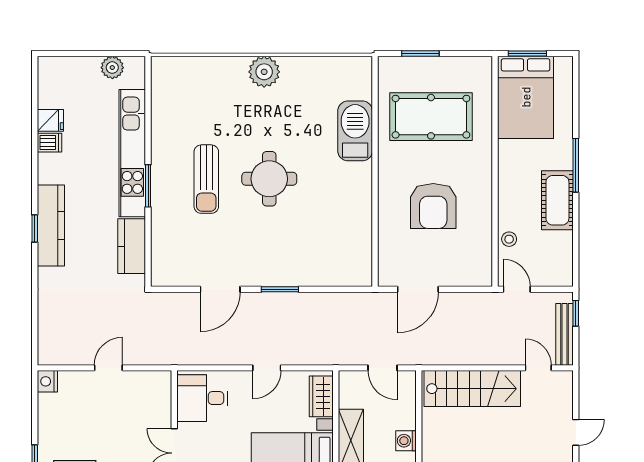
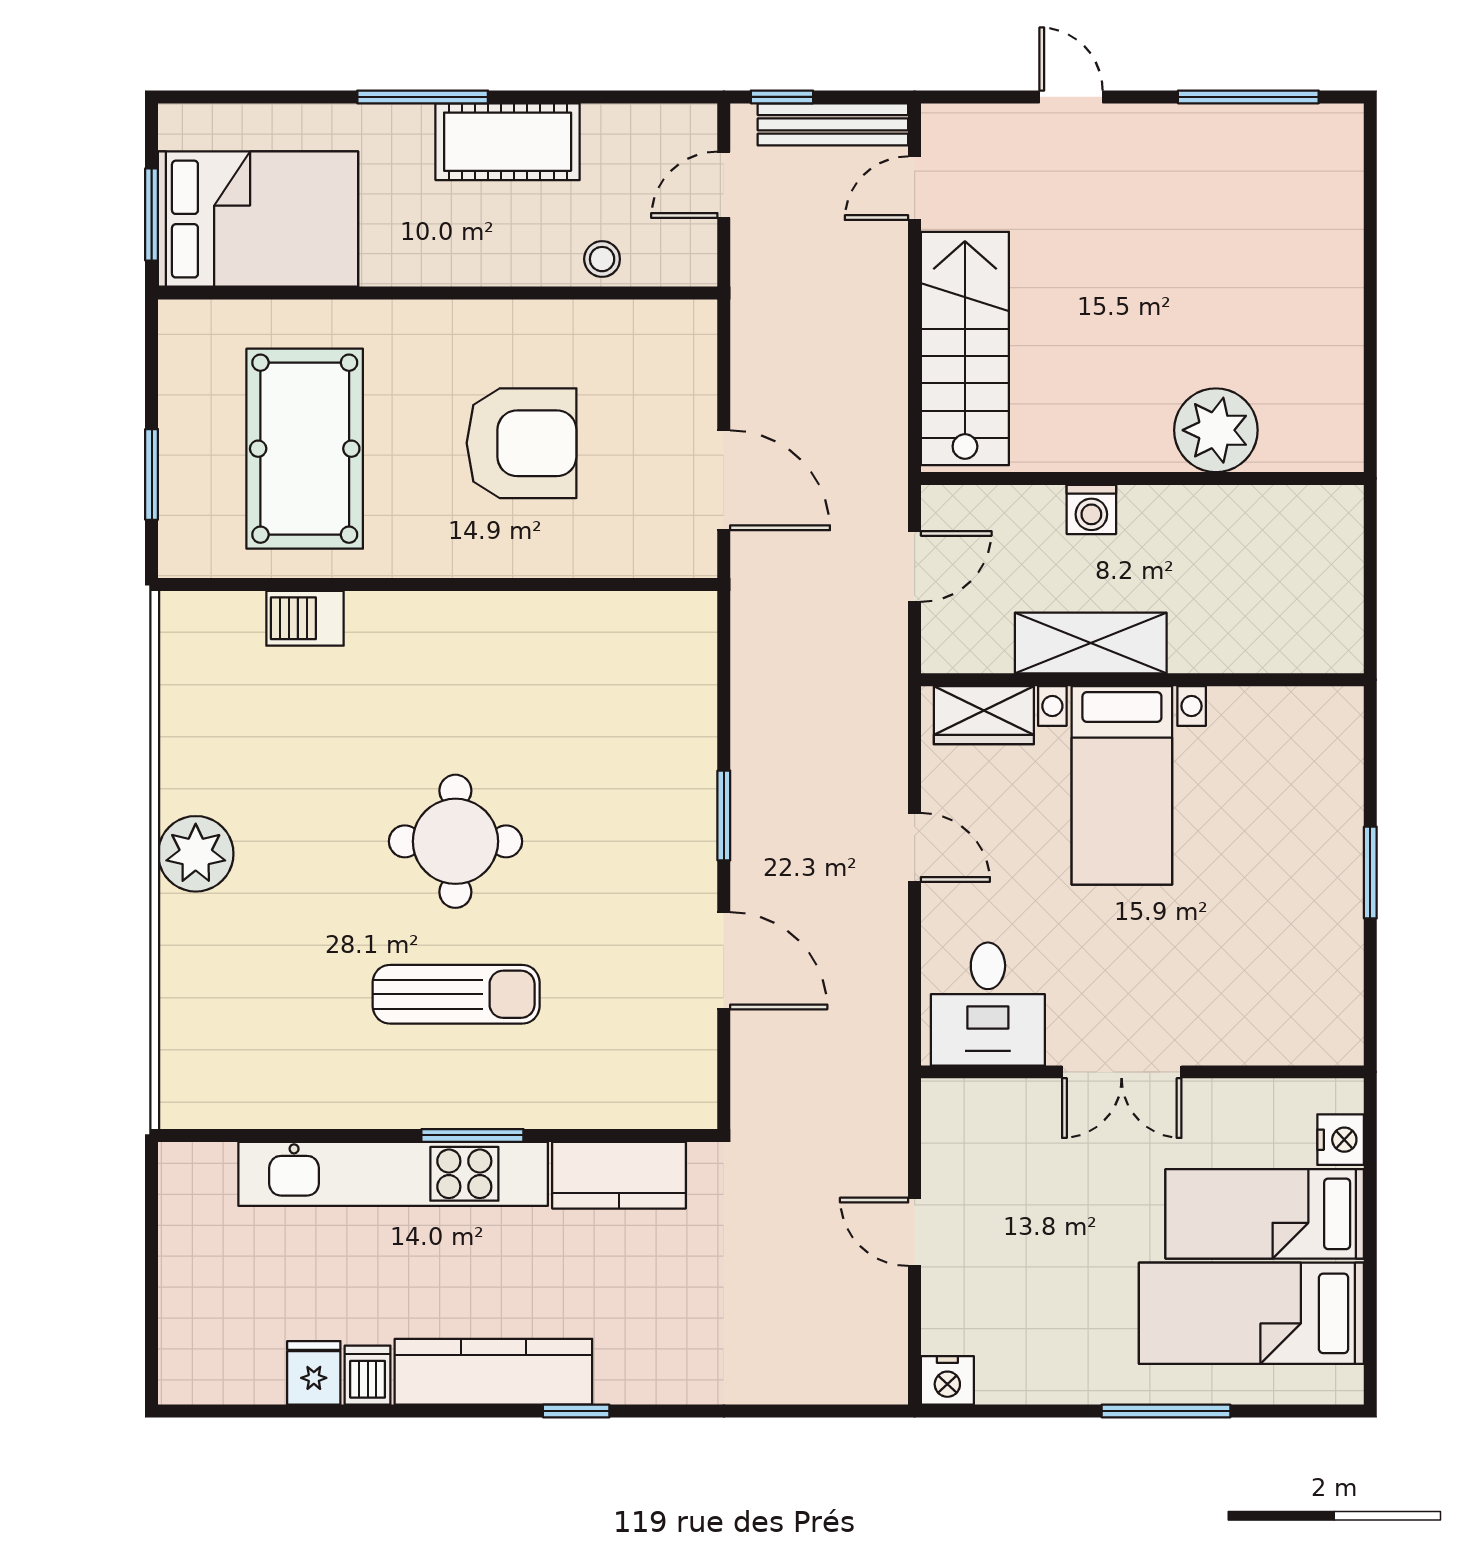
plant: (112, 68) -> (185, 1222), removed
barbecue: (355, 131) -> (305, 618), width x0.53, depth x0.65
kitchen counter: (51, 225) -> (493, 1372), moved
door: (517, 289) -> (724, 185), moved

